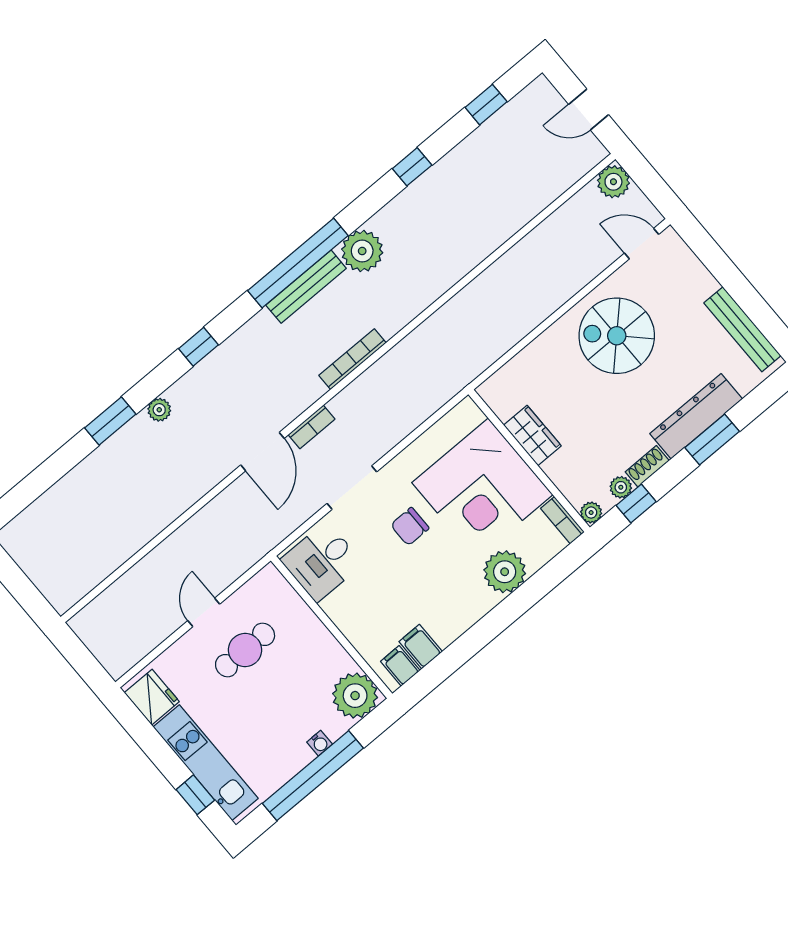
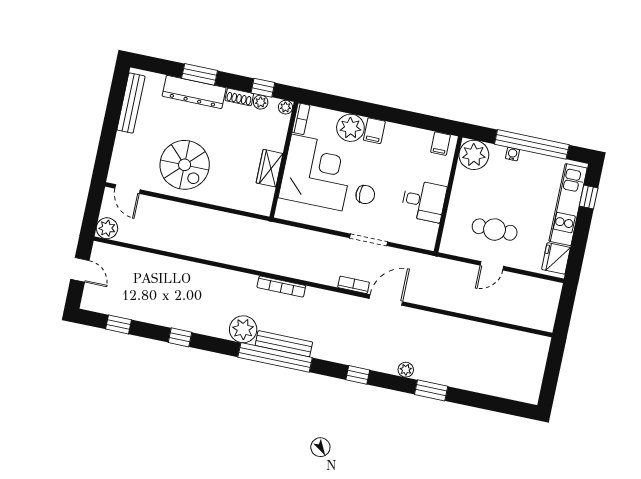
bookcase: (352, 359) -> (281, 286), moved
desk: (322, 562) -> (424, 201), moved
filing cabinet: (421, 647) -> (374, 131), moved

